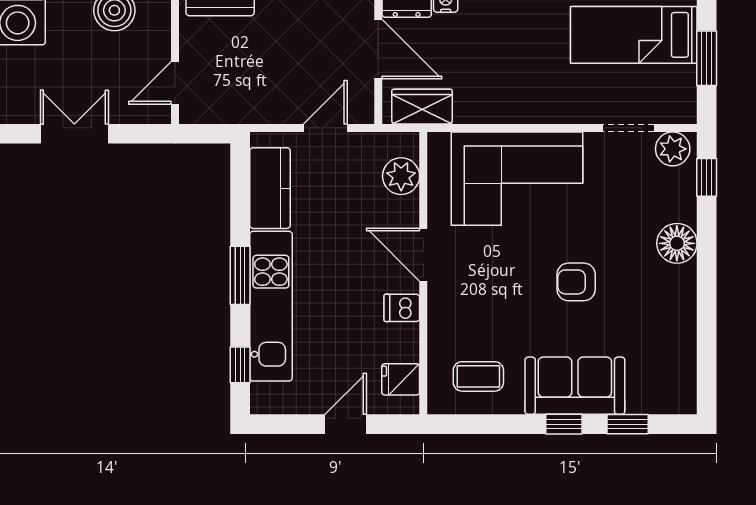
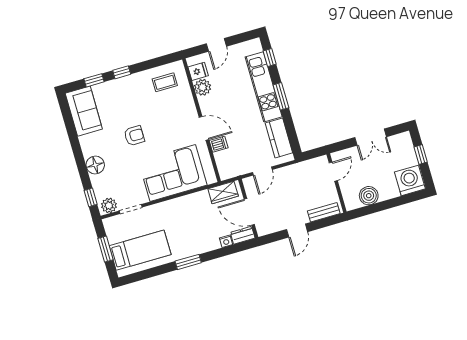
plant: (401, 176) -> (203, 87), moved
dishwasher: (402, 308) -> (219, 144), moved
sofa: (575, 386) -> (84, 111), moved, turned -90

